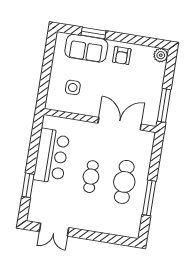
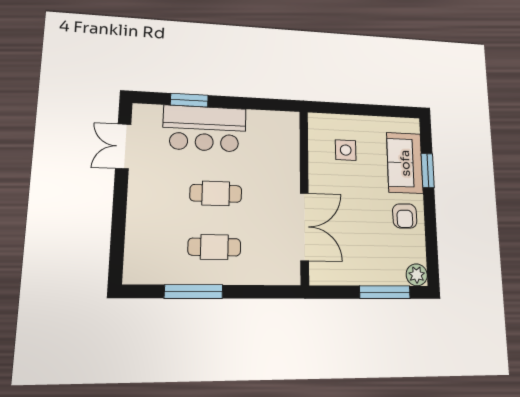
armchair: (122, 56) -> (405, 216), turned -91
window: (164, 105) -> (385, 292), moved
bar counter: (51, 156) -> (205, 129), moved
cafe table: (124, 182) -> (214, 247), width x0.73, depth x0.74

